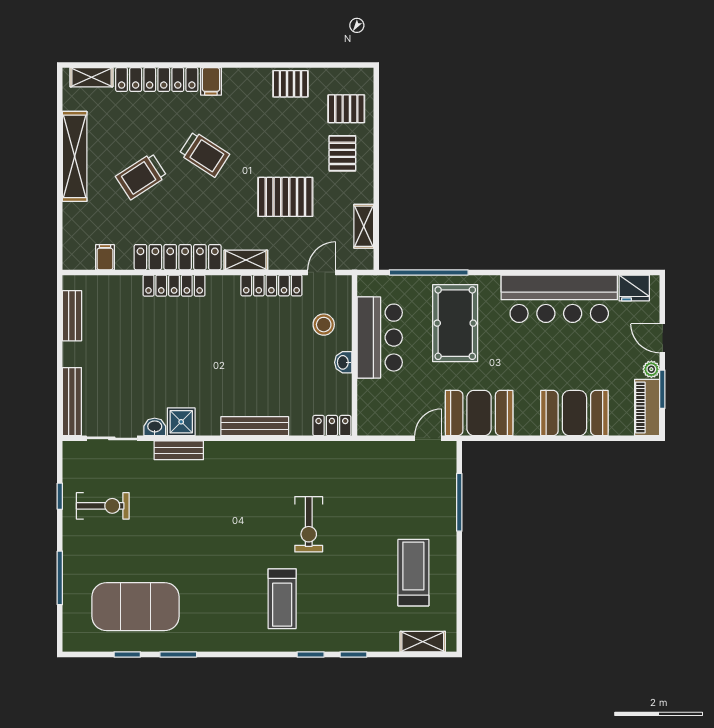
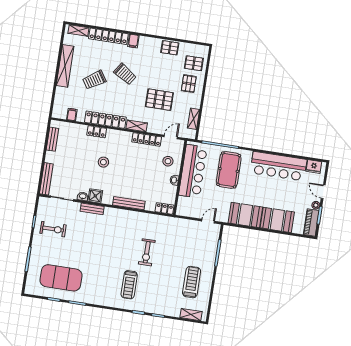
locker: (174, 286) -> (97, 132), width x0.66
bar counter: (380, 338) -> (193, 171), width x1.36
stool: (187, 348) -> (103, 162), added
booth: (479, 413) -> (245, 215), moved

